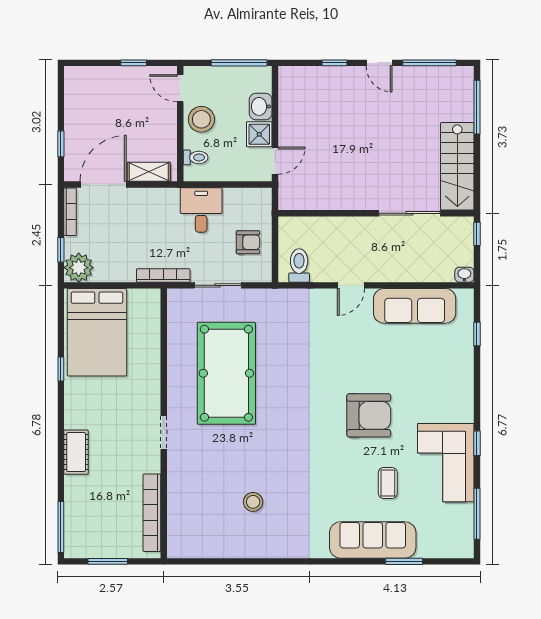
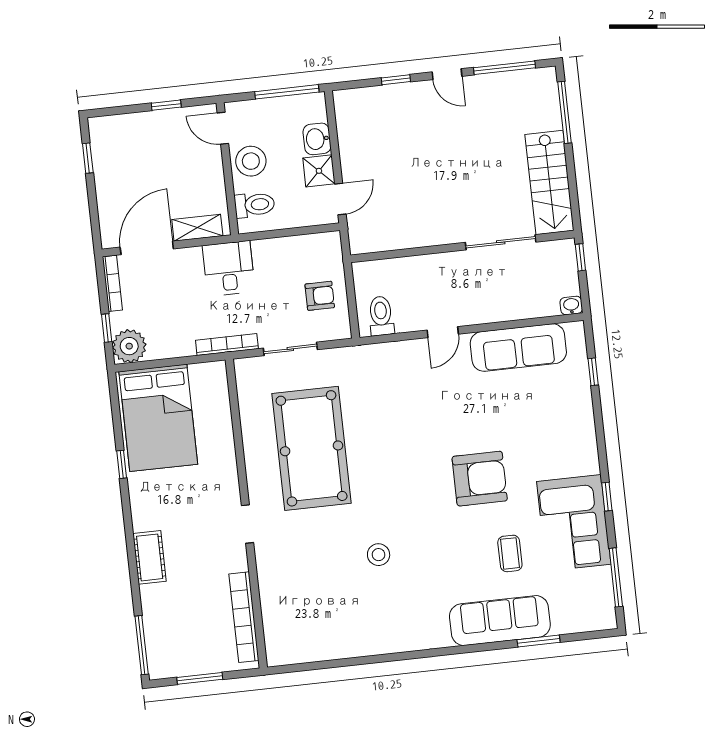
window: (61, 144) -> (88, 158), moved
toilet: (196, 157) -> (254, 205), width x1.37, depth x1.39
desk: (201, 210) -> (229, 268), moved
stool: (253, 502) -> (379, 555), moved

